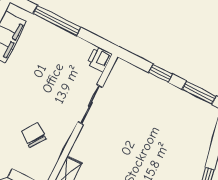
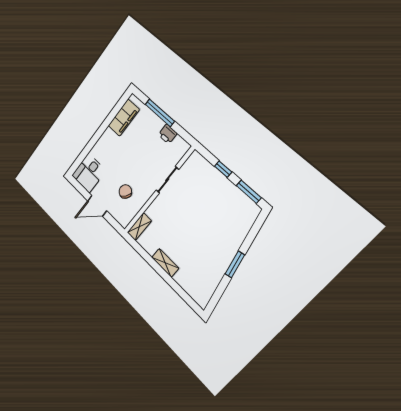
printer: (99, 59) -> (168, 134), moved, turned -90

